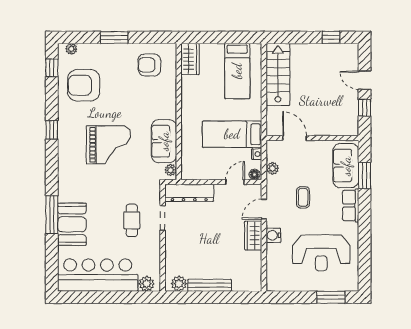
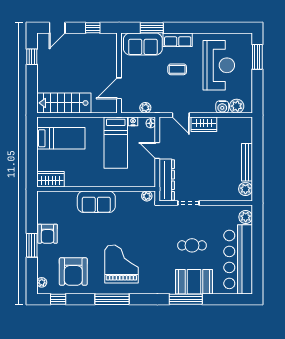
armchair: (149, 65) -> (48, 234), moved
door: (365, 80) -> (57, 28), moved
window: (52, 130) -> (112, 299), width x2.17
sofa: (164, 141) -> (96, 202), moved
grand piano: (108, 145) -> (121, 264), moved
door: (235, 182) -> (157, 151), moved
coffee table: (303, 197) -> (177, 69), moved
cafe table: (132, 220) -> (192, 245), moved
water cooler: (273, 235) -> (222, 107), moved
plant: (274, 273) -> (237, 106), added

